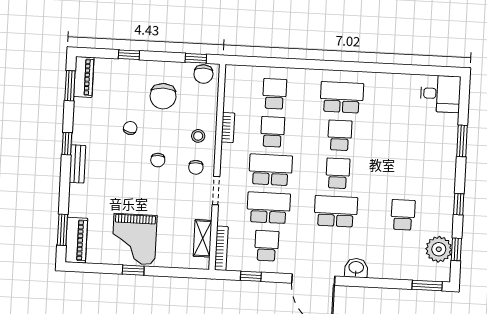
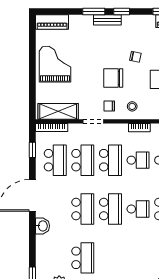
chair: (158, 160) -> (113, 78), width x1.87, depth x1.87
school desk: (338, 173) -> (110, 209), width x1.85
school desk: (403, 215) -> (83, 258), width x1.85
window: (62, 230) -> (94, 11), moved
shelving: (203, 238) -> (58, 111), width x1.50, depth x1.33
grand piano: (134, 239) -> (55, 64), turned 90
school desk: (267, 246) -> (55, 160), width x1.85
window: (133, 270) -> (32, 64), removed

